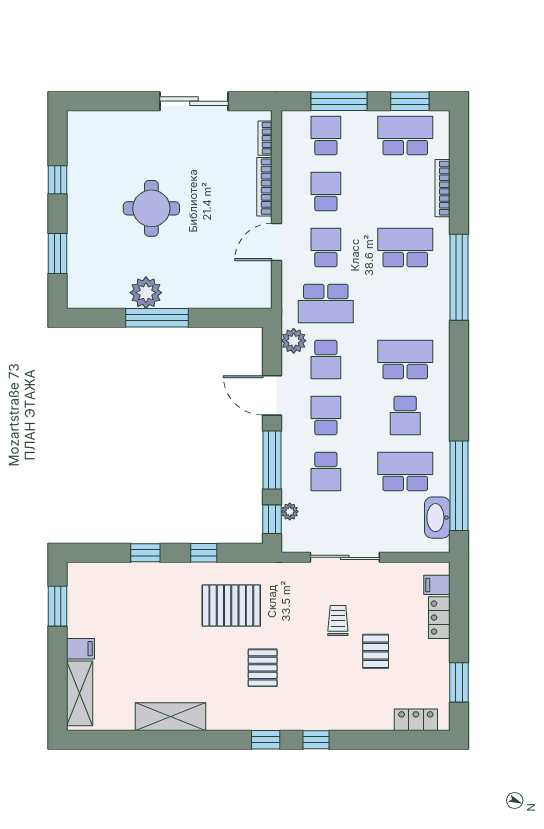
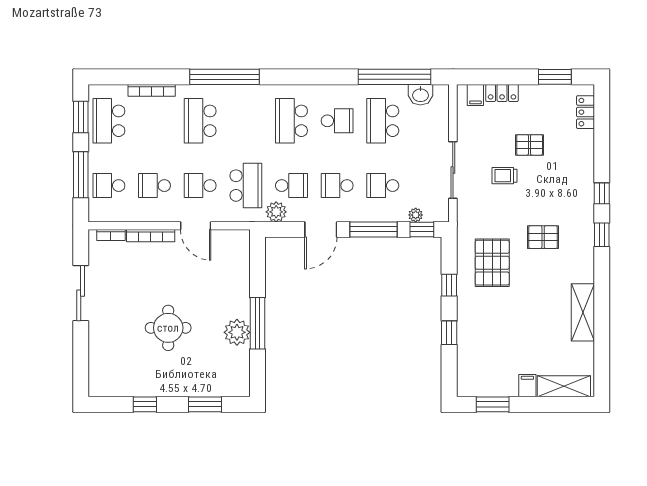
school desk: (326, 471) -> (383, 186), turned 180
washbasin: (437, 518) -> (420, 95), width x0.72

